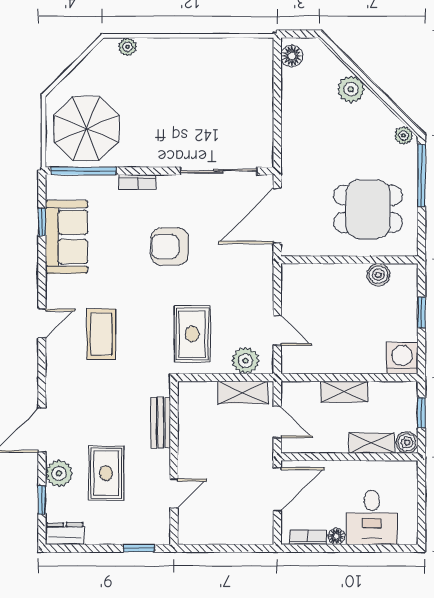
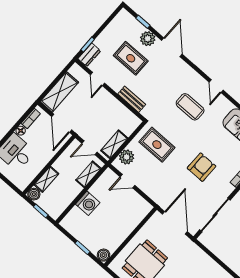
boiler: (378, 275) -> (103, 255), moved
washing machine: (402, 358) -> (88, 203), moved
shelving: (344, 392) -> (88, 174), moved
shelving: (237, 530) -> (59, 92), added
dresser: (65, 534) -> (89, 55), moved

